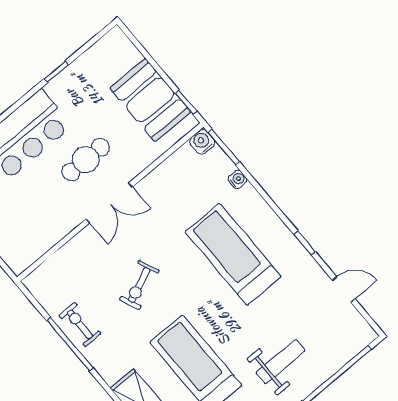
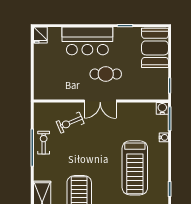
booth: (150, 100) -> (155, 48), moved
treadmill: (233, 254) -> (135, 168), turned 180
exercise bike: (139, 285) -> (70, 123), moved

